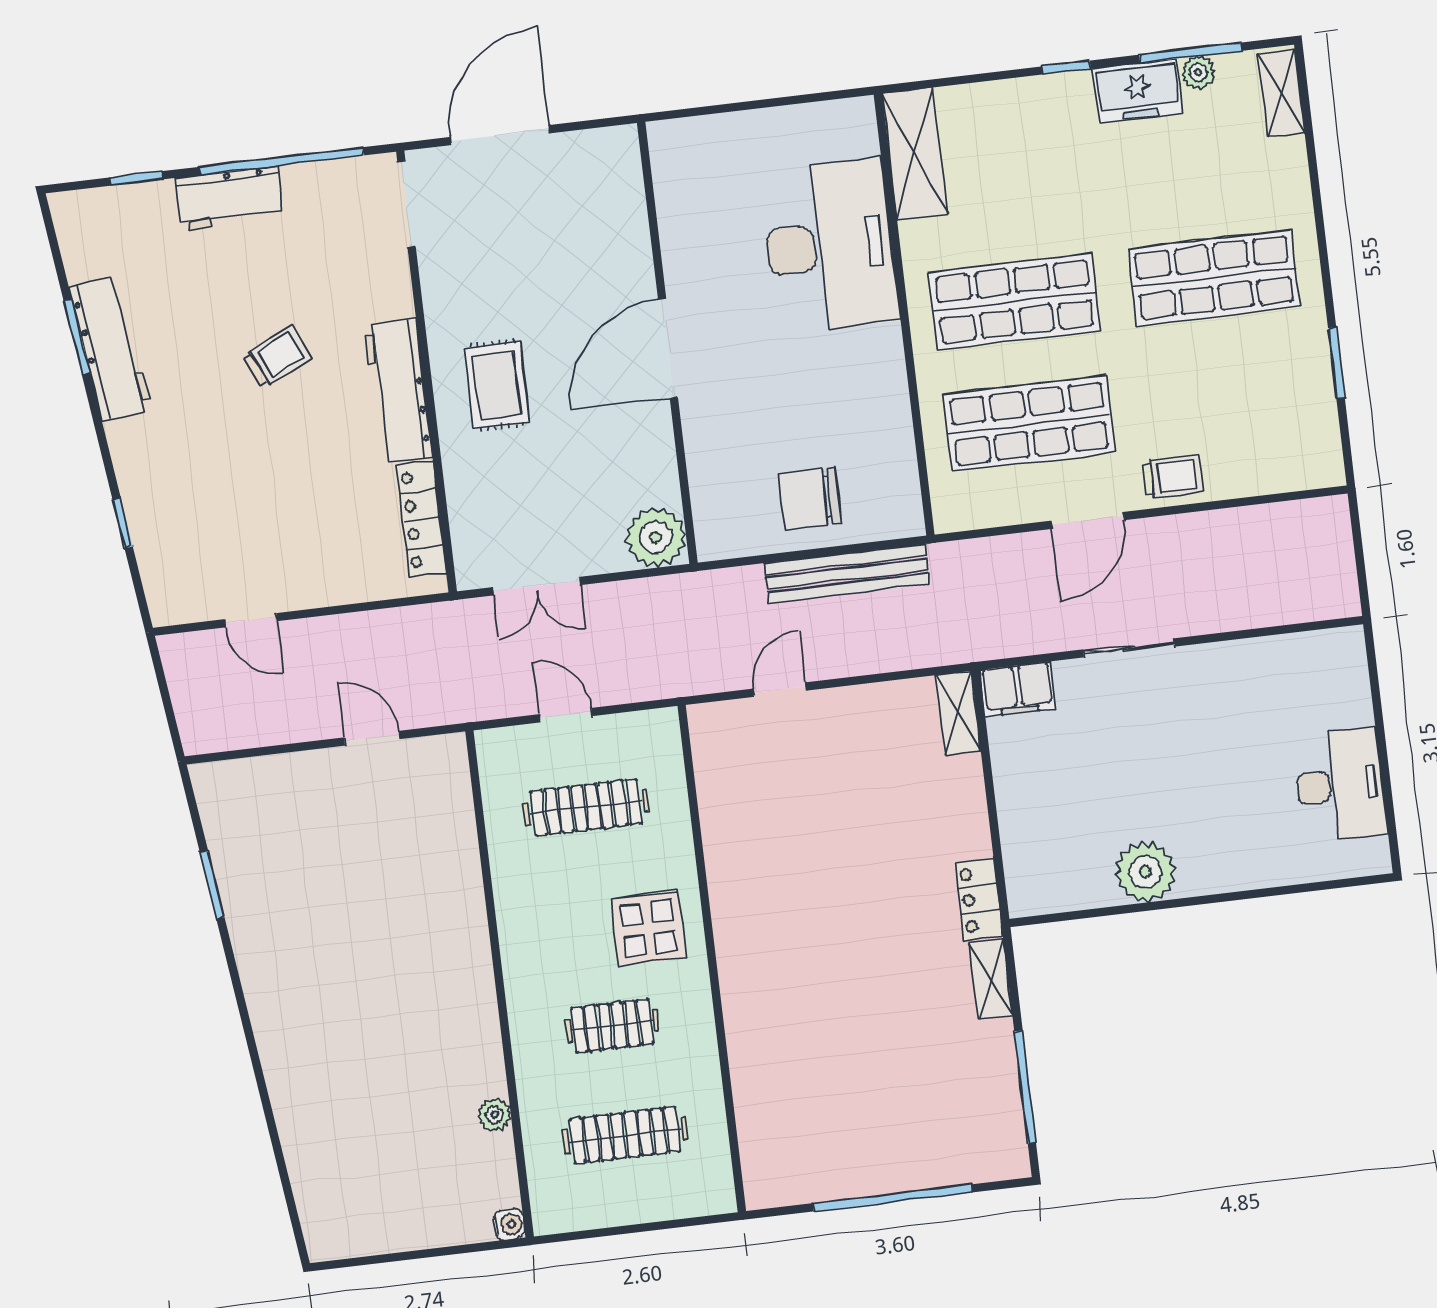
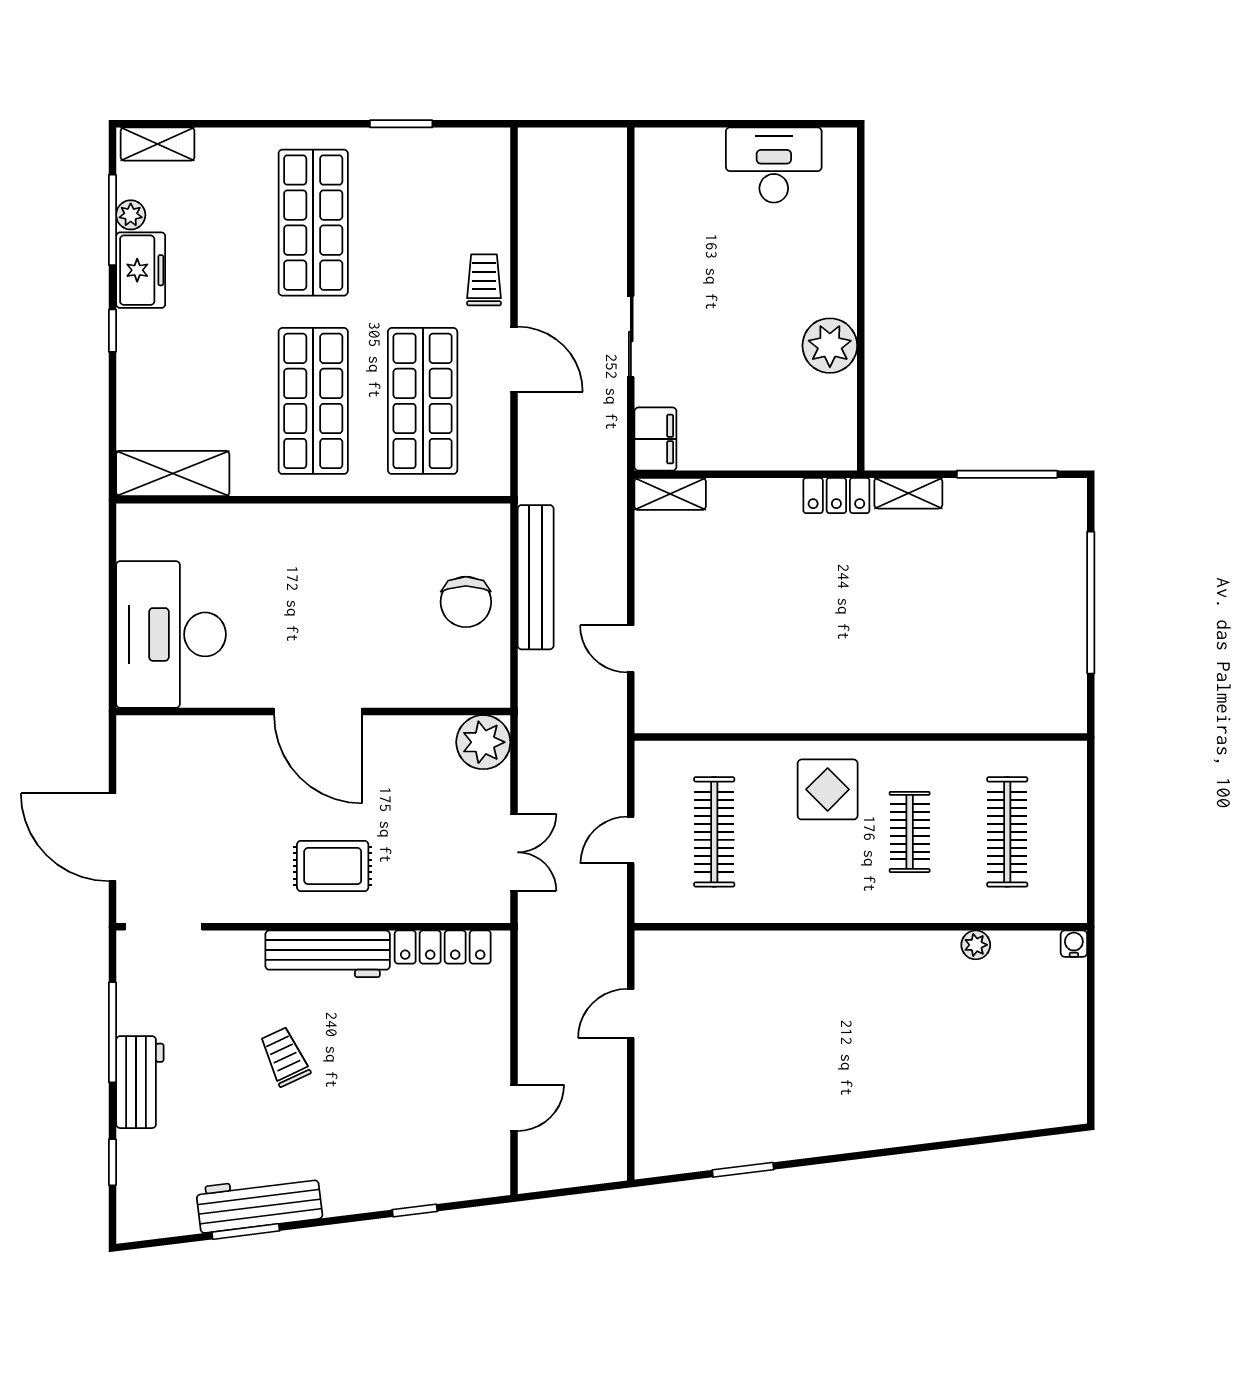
window: (282, 161) -> (112, 1032), width x0.68
desk: (829, 246) -> (171, 634), moved, turned -90

